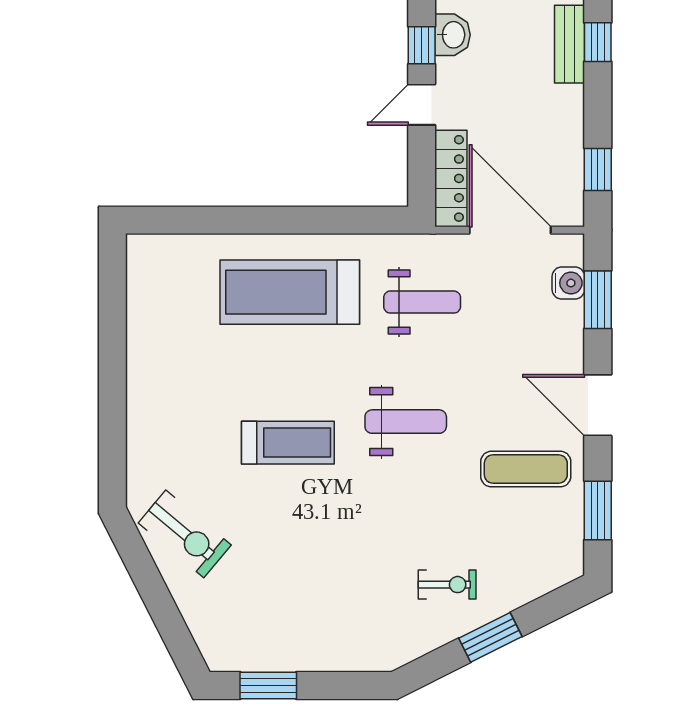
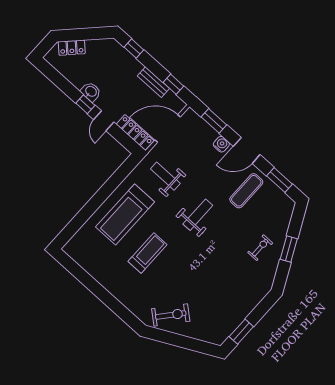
bench: (570, 44) -> (153, 82), moved
water cooler: (568, 283) -> (221, 144), moved
weight bench: (422, 302) -> (165, 176), turned -90
treadmill: (288, 443) -> (148, 253), moved

